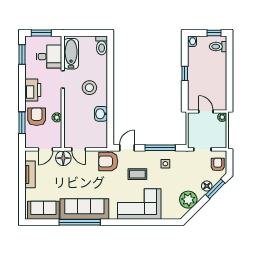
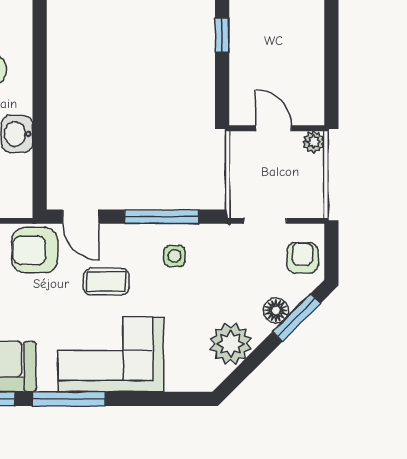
door: (127, 148) -> (81, 217), swing flipped
window: (122, 222) -> (69, 399), added

